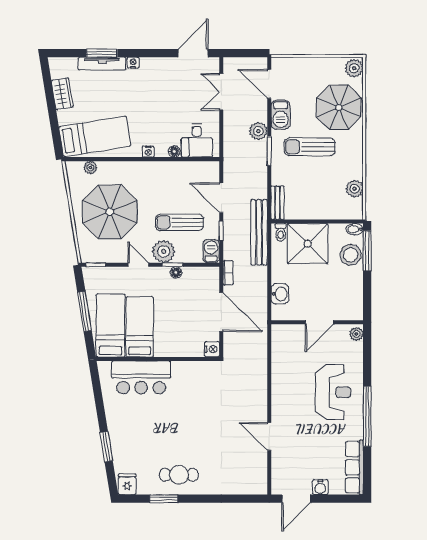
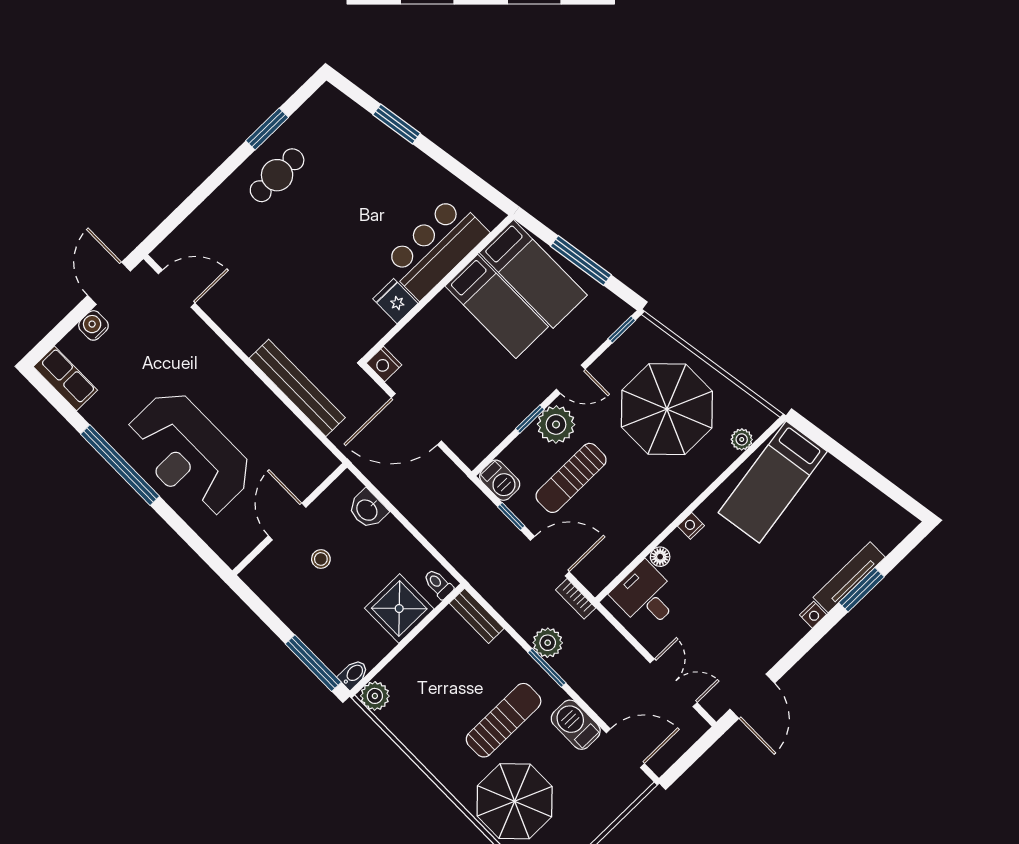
wardrobe: (62, 94) -> (861, 495), removed
plant: (258, 131) -> (548, 643), moved
plant: (355, 189) -> (375, 696), moved
sun lounger: (179, 222) -> (571, 478), turned 180
bench: (259, 232) -> (297, 388), moved
shower: (308, 244) -> (399, 609), width x0.73, depth x0.73
stool: (351, 255) -> (321, 559), moved, width x0.53, depth x0.53
floor lamp: (176, 272) -> (517, 414), removed
bookcase: (228, 273) -> (576, 599), moved
plant: (356, 334) -> (229, 551), removed
reception desk: (333, 392) -> (189, 454), width x1.36, depth x1.30
door: (269, 436) -> (177, 289), moved
row of seats: (354, 467) -> (65, 378), width x0.68
fridge: (127, 484) -> (395, 301), moved, turned 180

